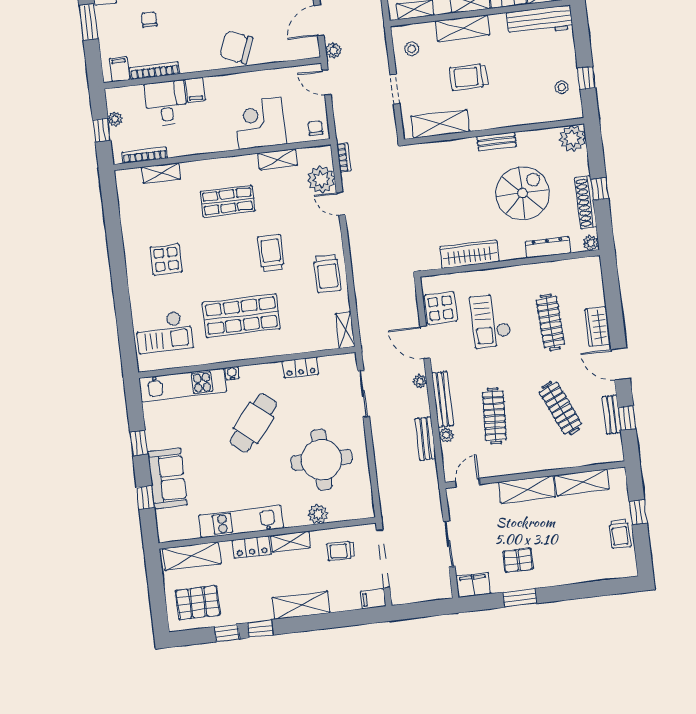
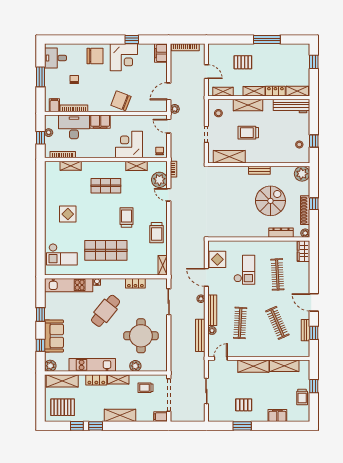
filing cabinet: (195, 90) -> (100, 122), width x2.00
desk: (166, 103) -> (74, 127), width x1.37
wardrobe: (469, 254) -> (237, 231), removed
checkout: (491, 321) -> (244, 270), turned 180
wardrobe: (598, 327) -> (303, 251), moved
bench: (426, 439) -> (200, 335), width x1.36
plant: (167, 532) -> (50, 366), added
filing cabinet: (473, 585) -> (277, 416), moved

